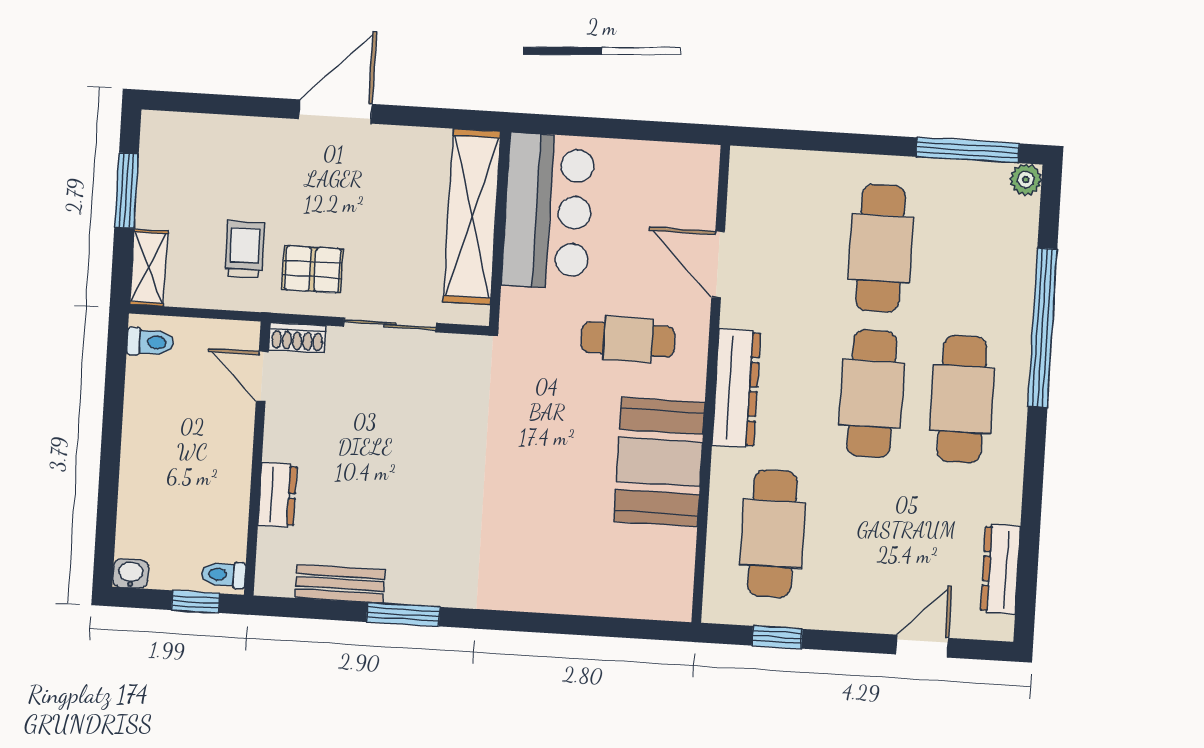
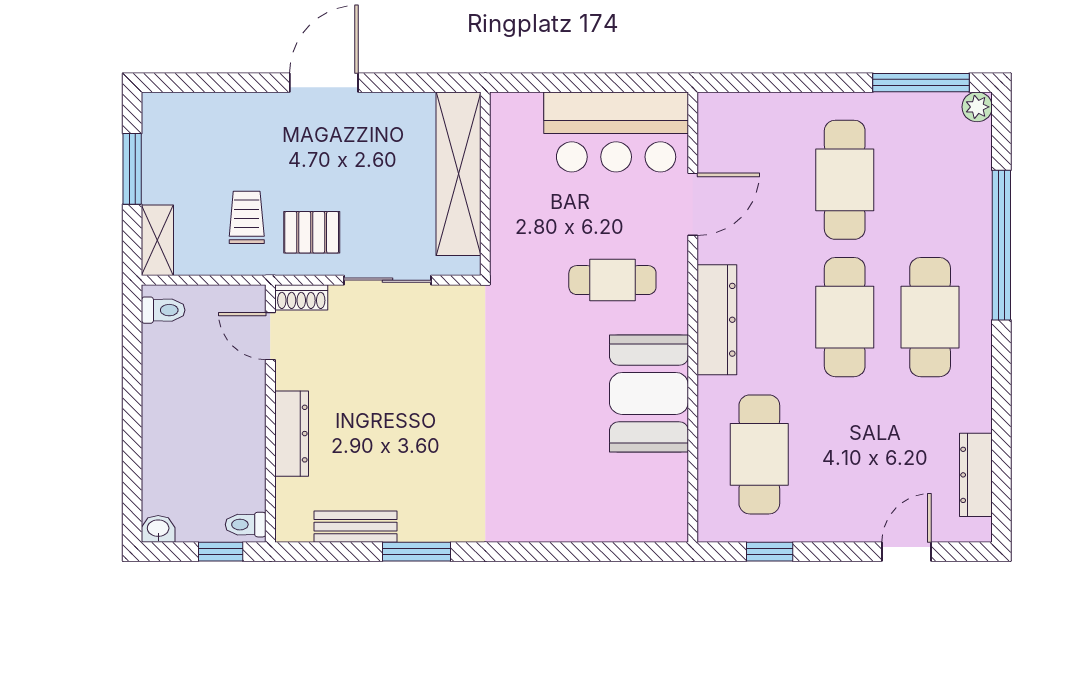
bar counter: (548, 211) -> (616, 132), moved, turned 90
door: (718, 264) -> (693, 204), swing flipped
dresser: (277, 495) -> (292, 434), width x1.44

